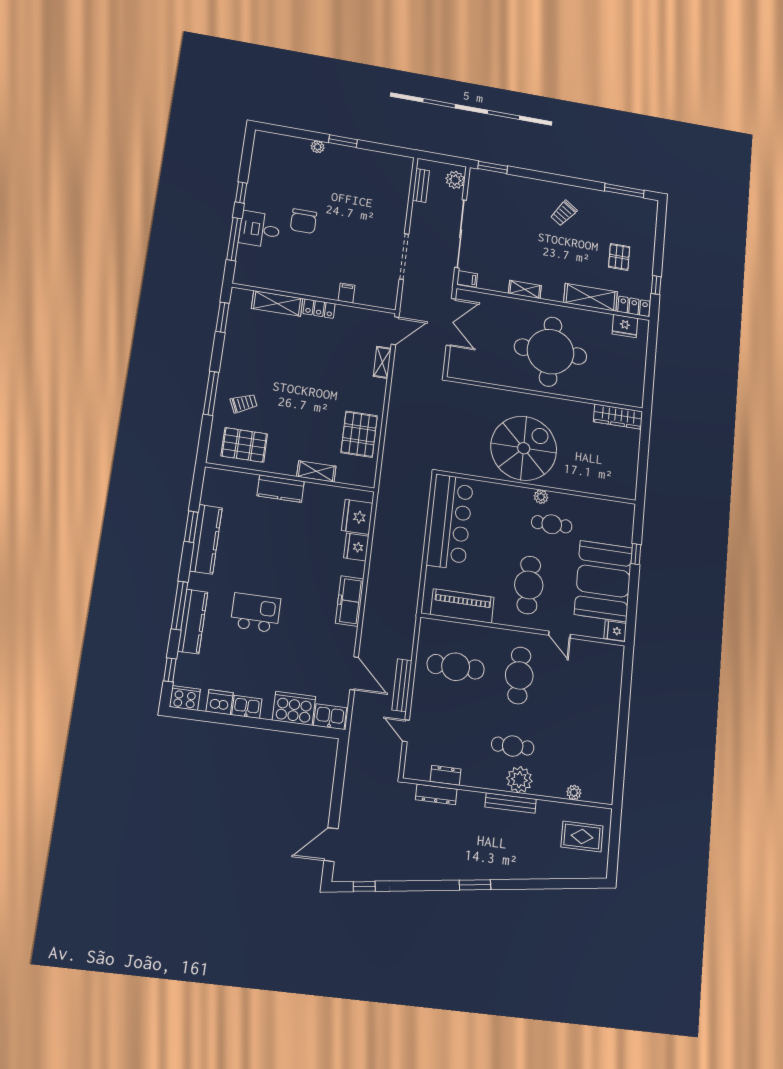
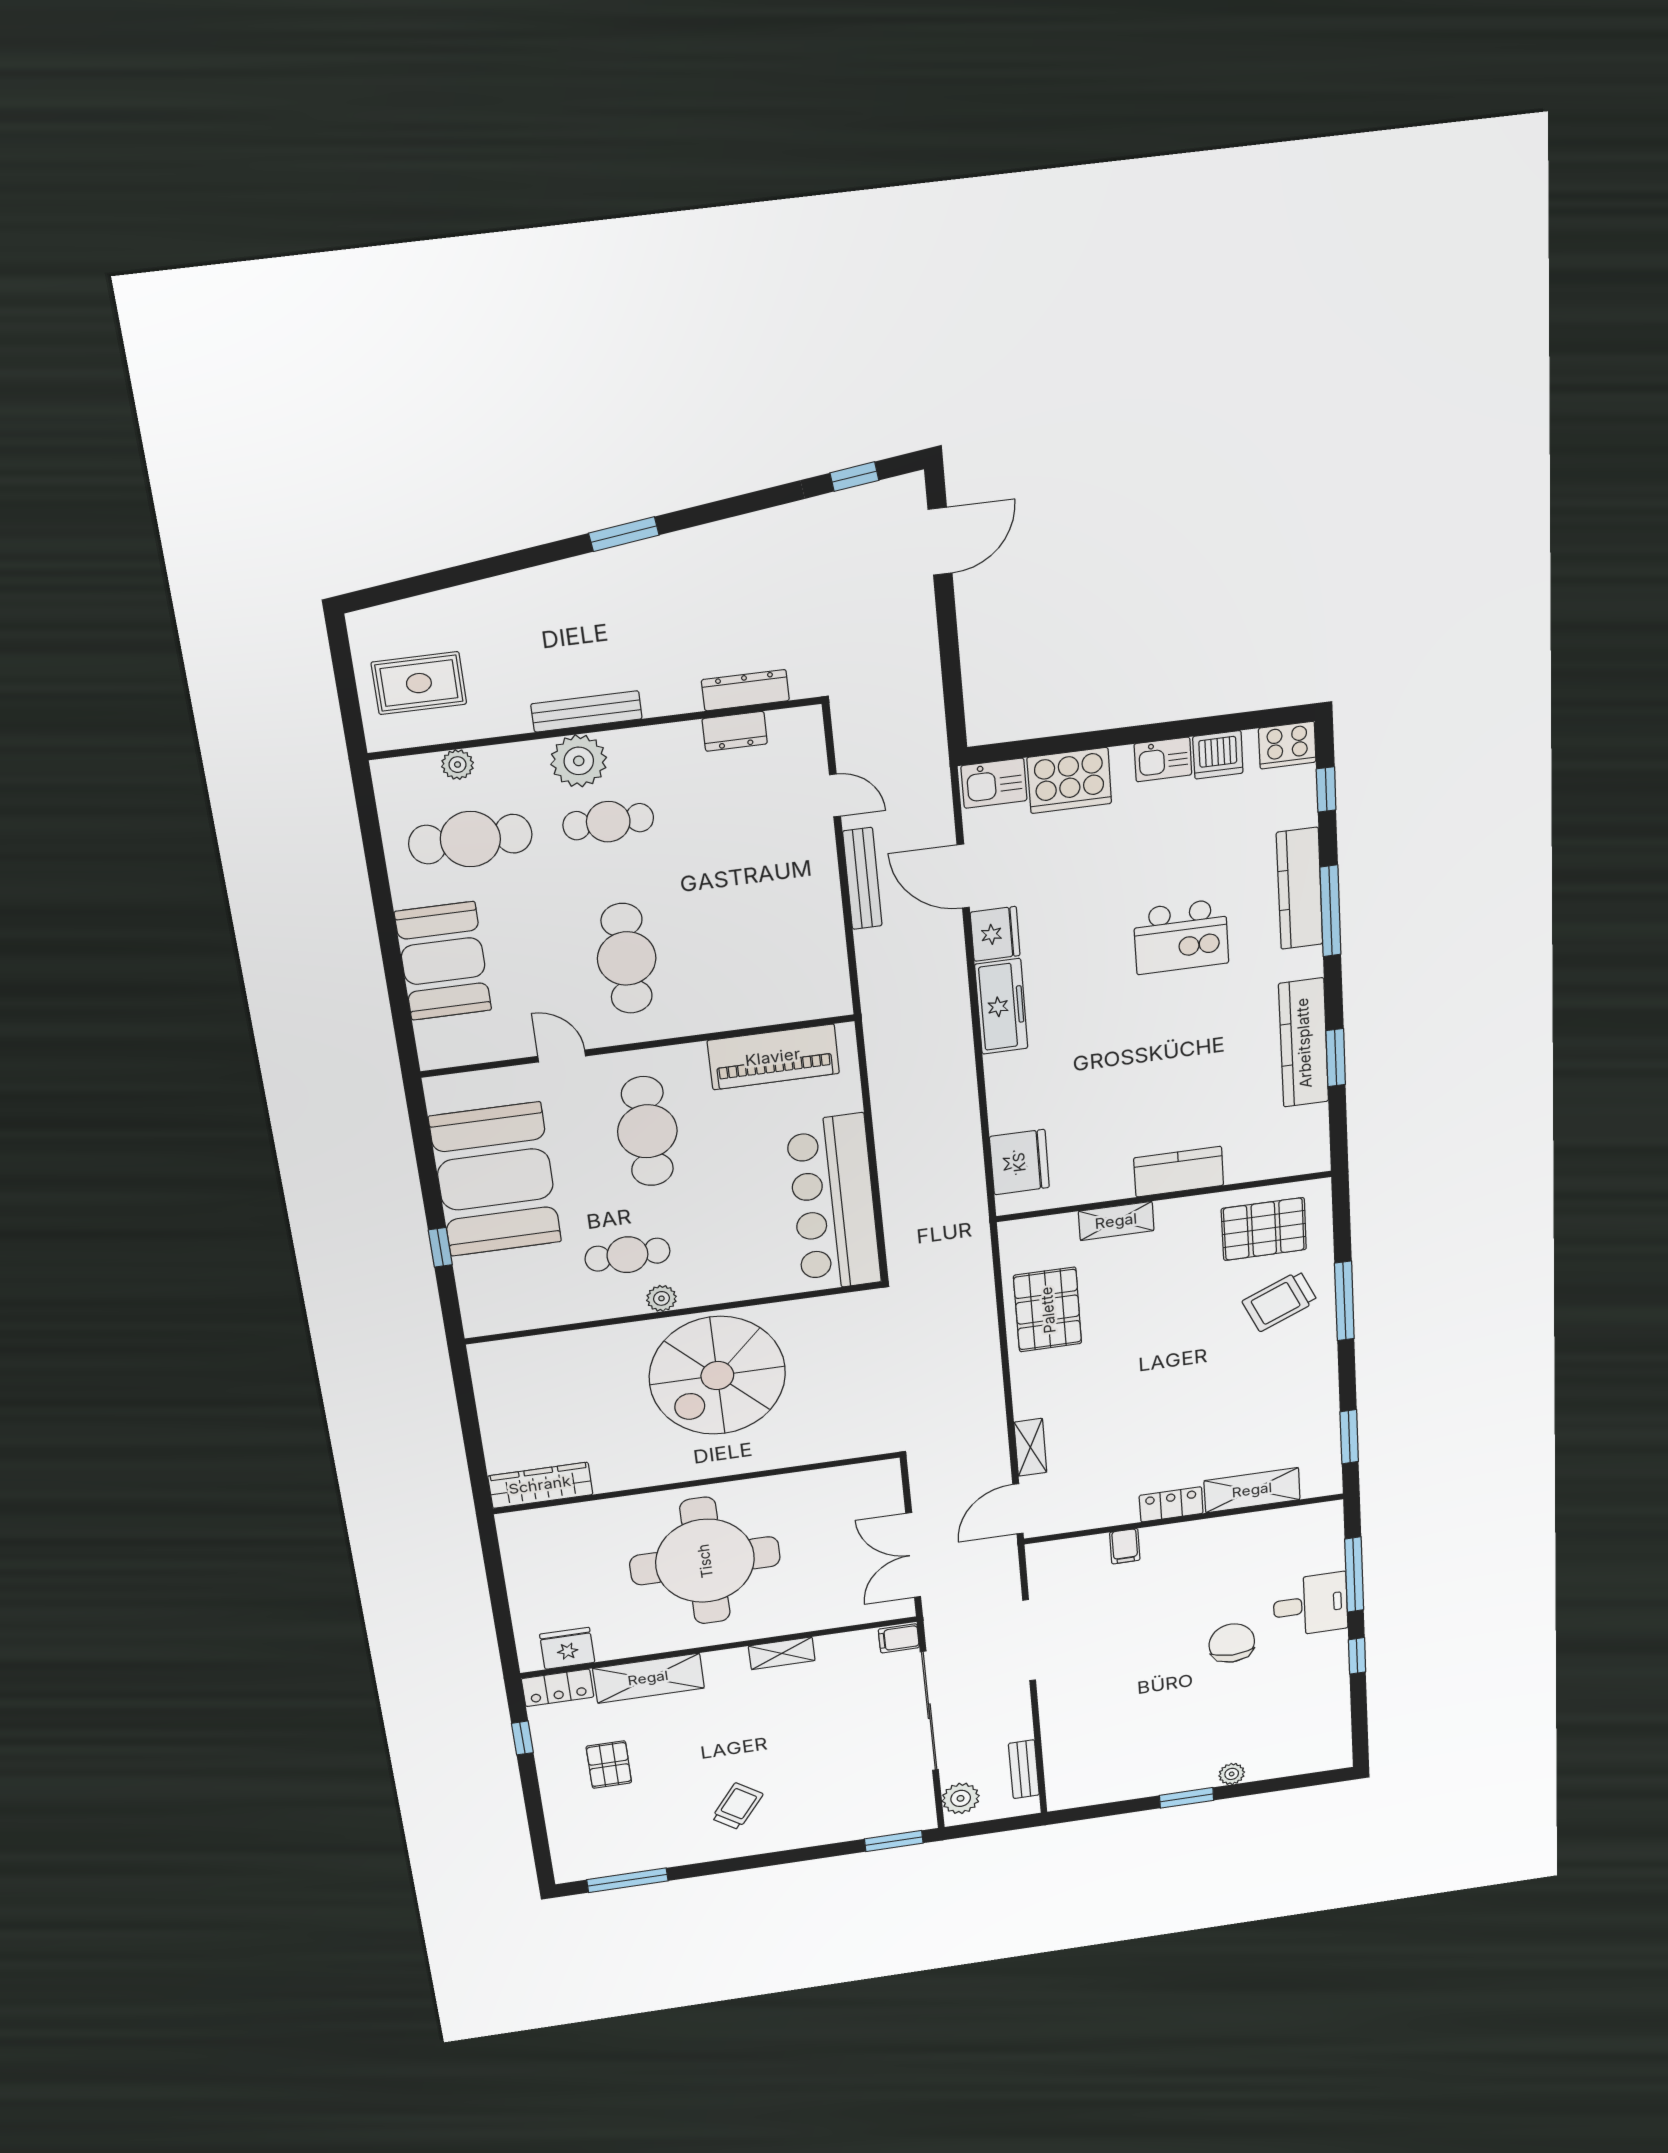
trolley: (244, 403) -> (1280, 1301), width x1.36, depth x1.39
fridge: (356, 547) -> (995, 934), moved
fridge: (615, 631) -> (447, 1094), removed
cafe table: (456, 667) -> (470, 839), moved
booth: (602, 698) -> (443, 961), added

